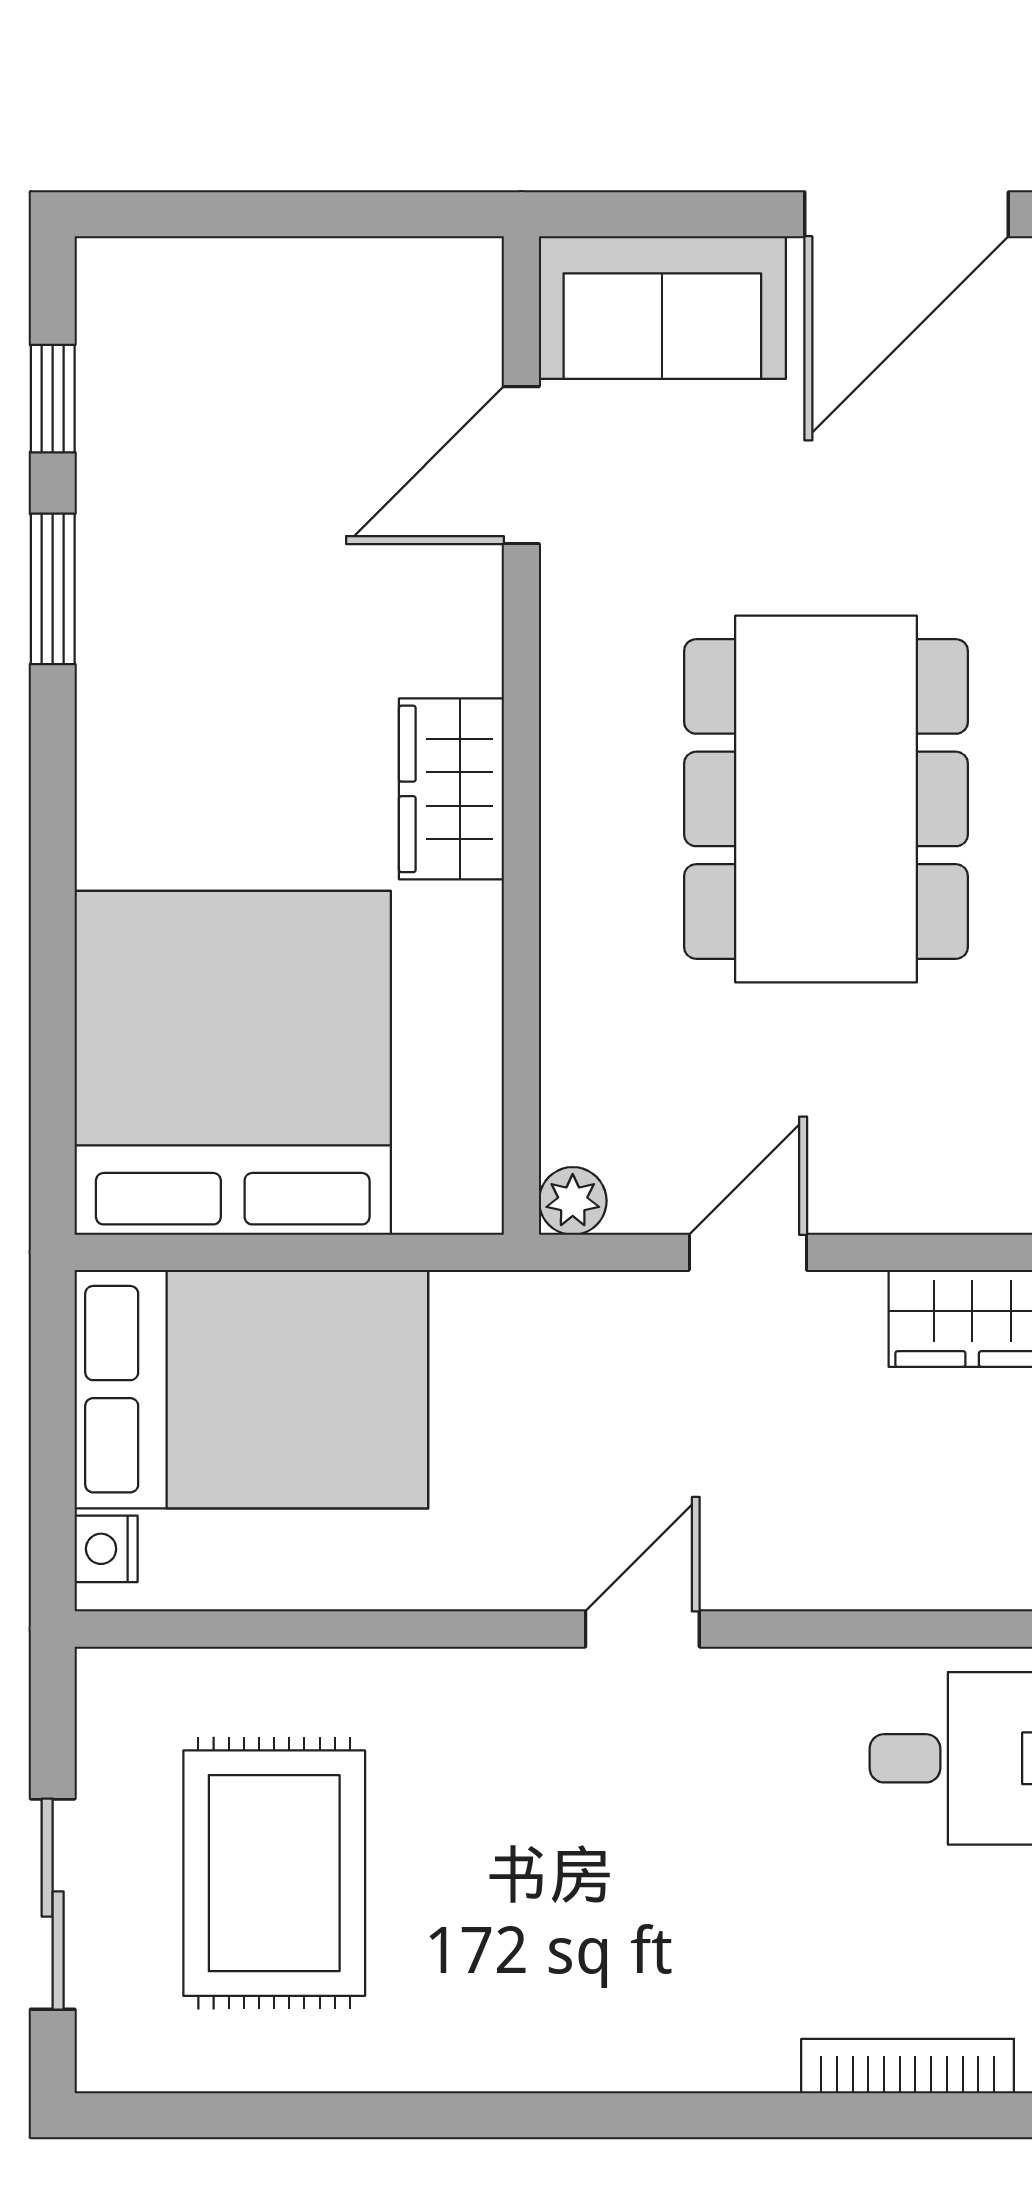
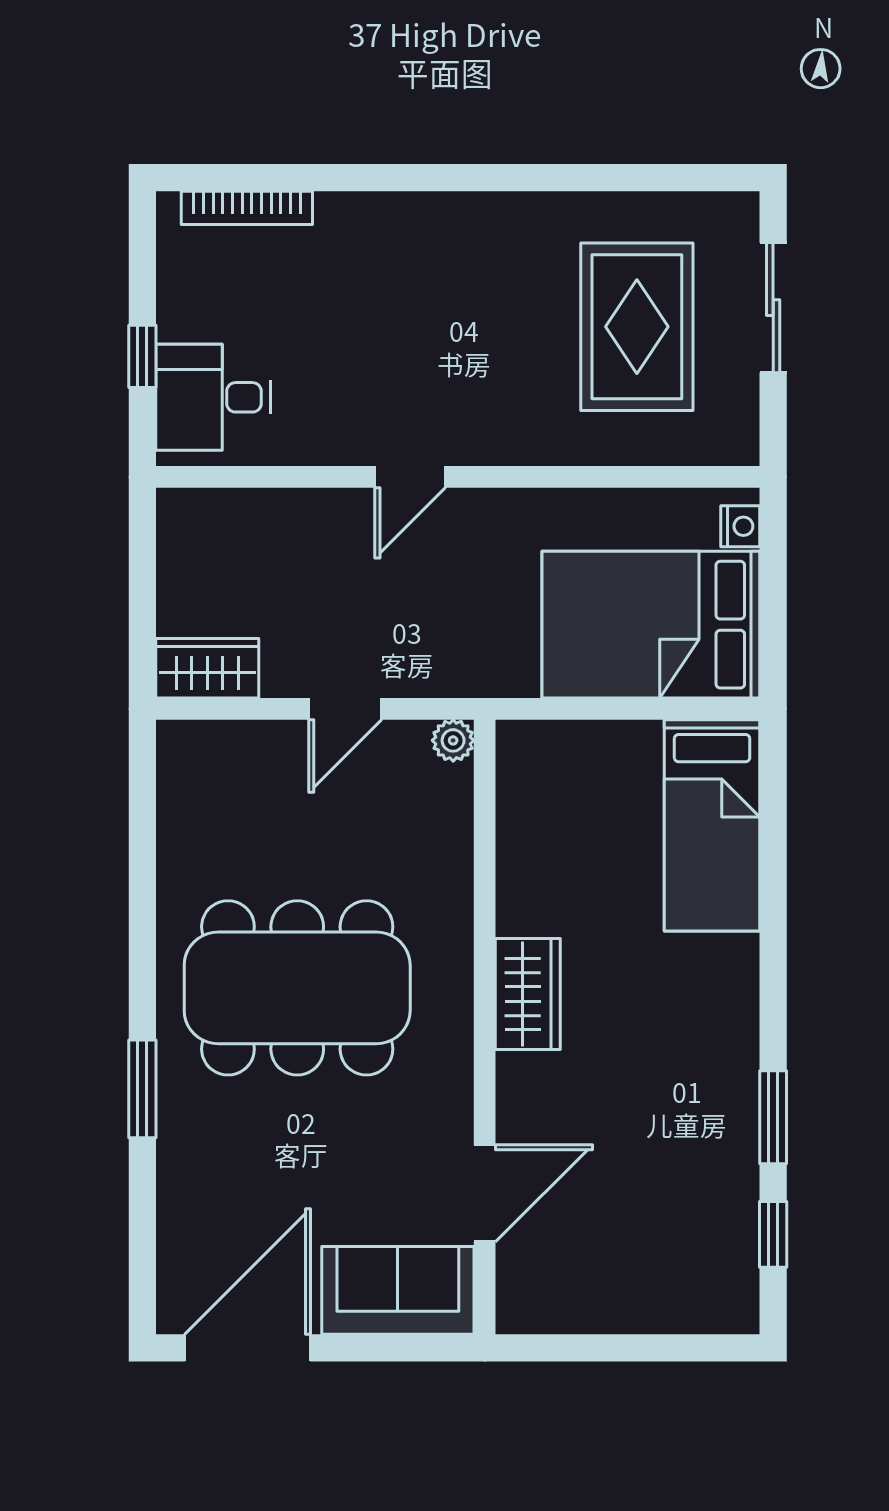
dining table: (826, 799) -> (297, 988), turned 90
bed: (233, 1063) -> (712, 825), width x0.49

